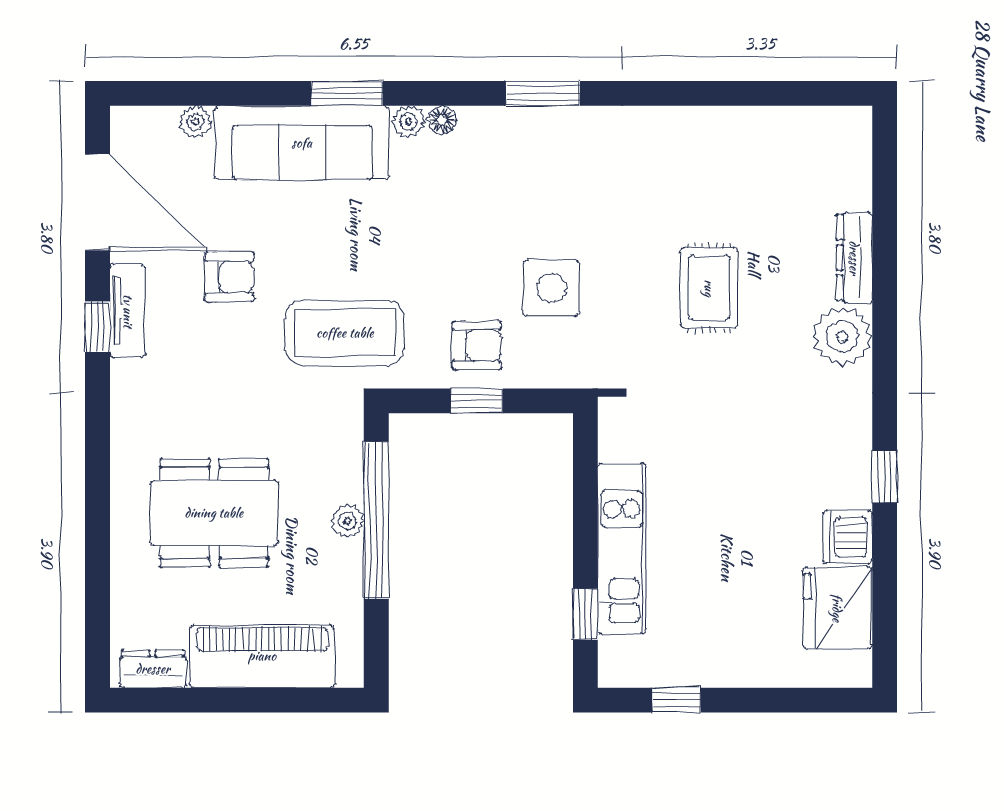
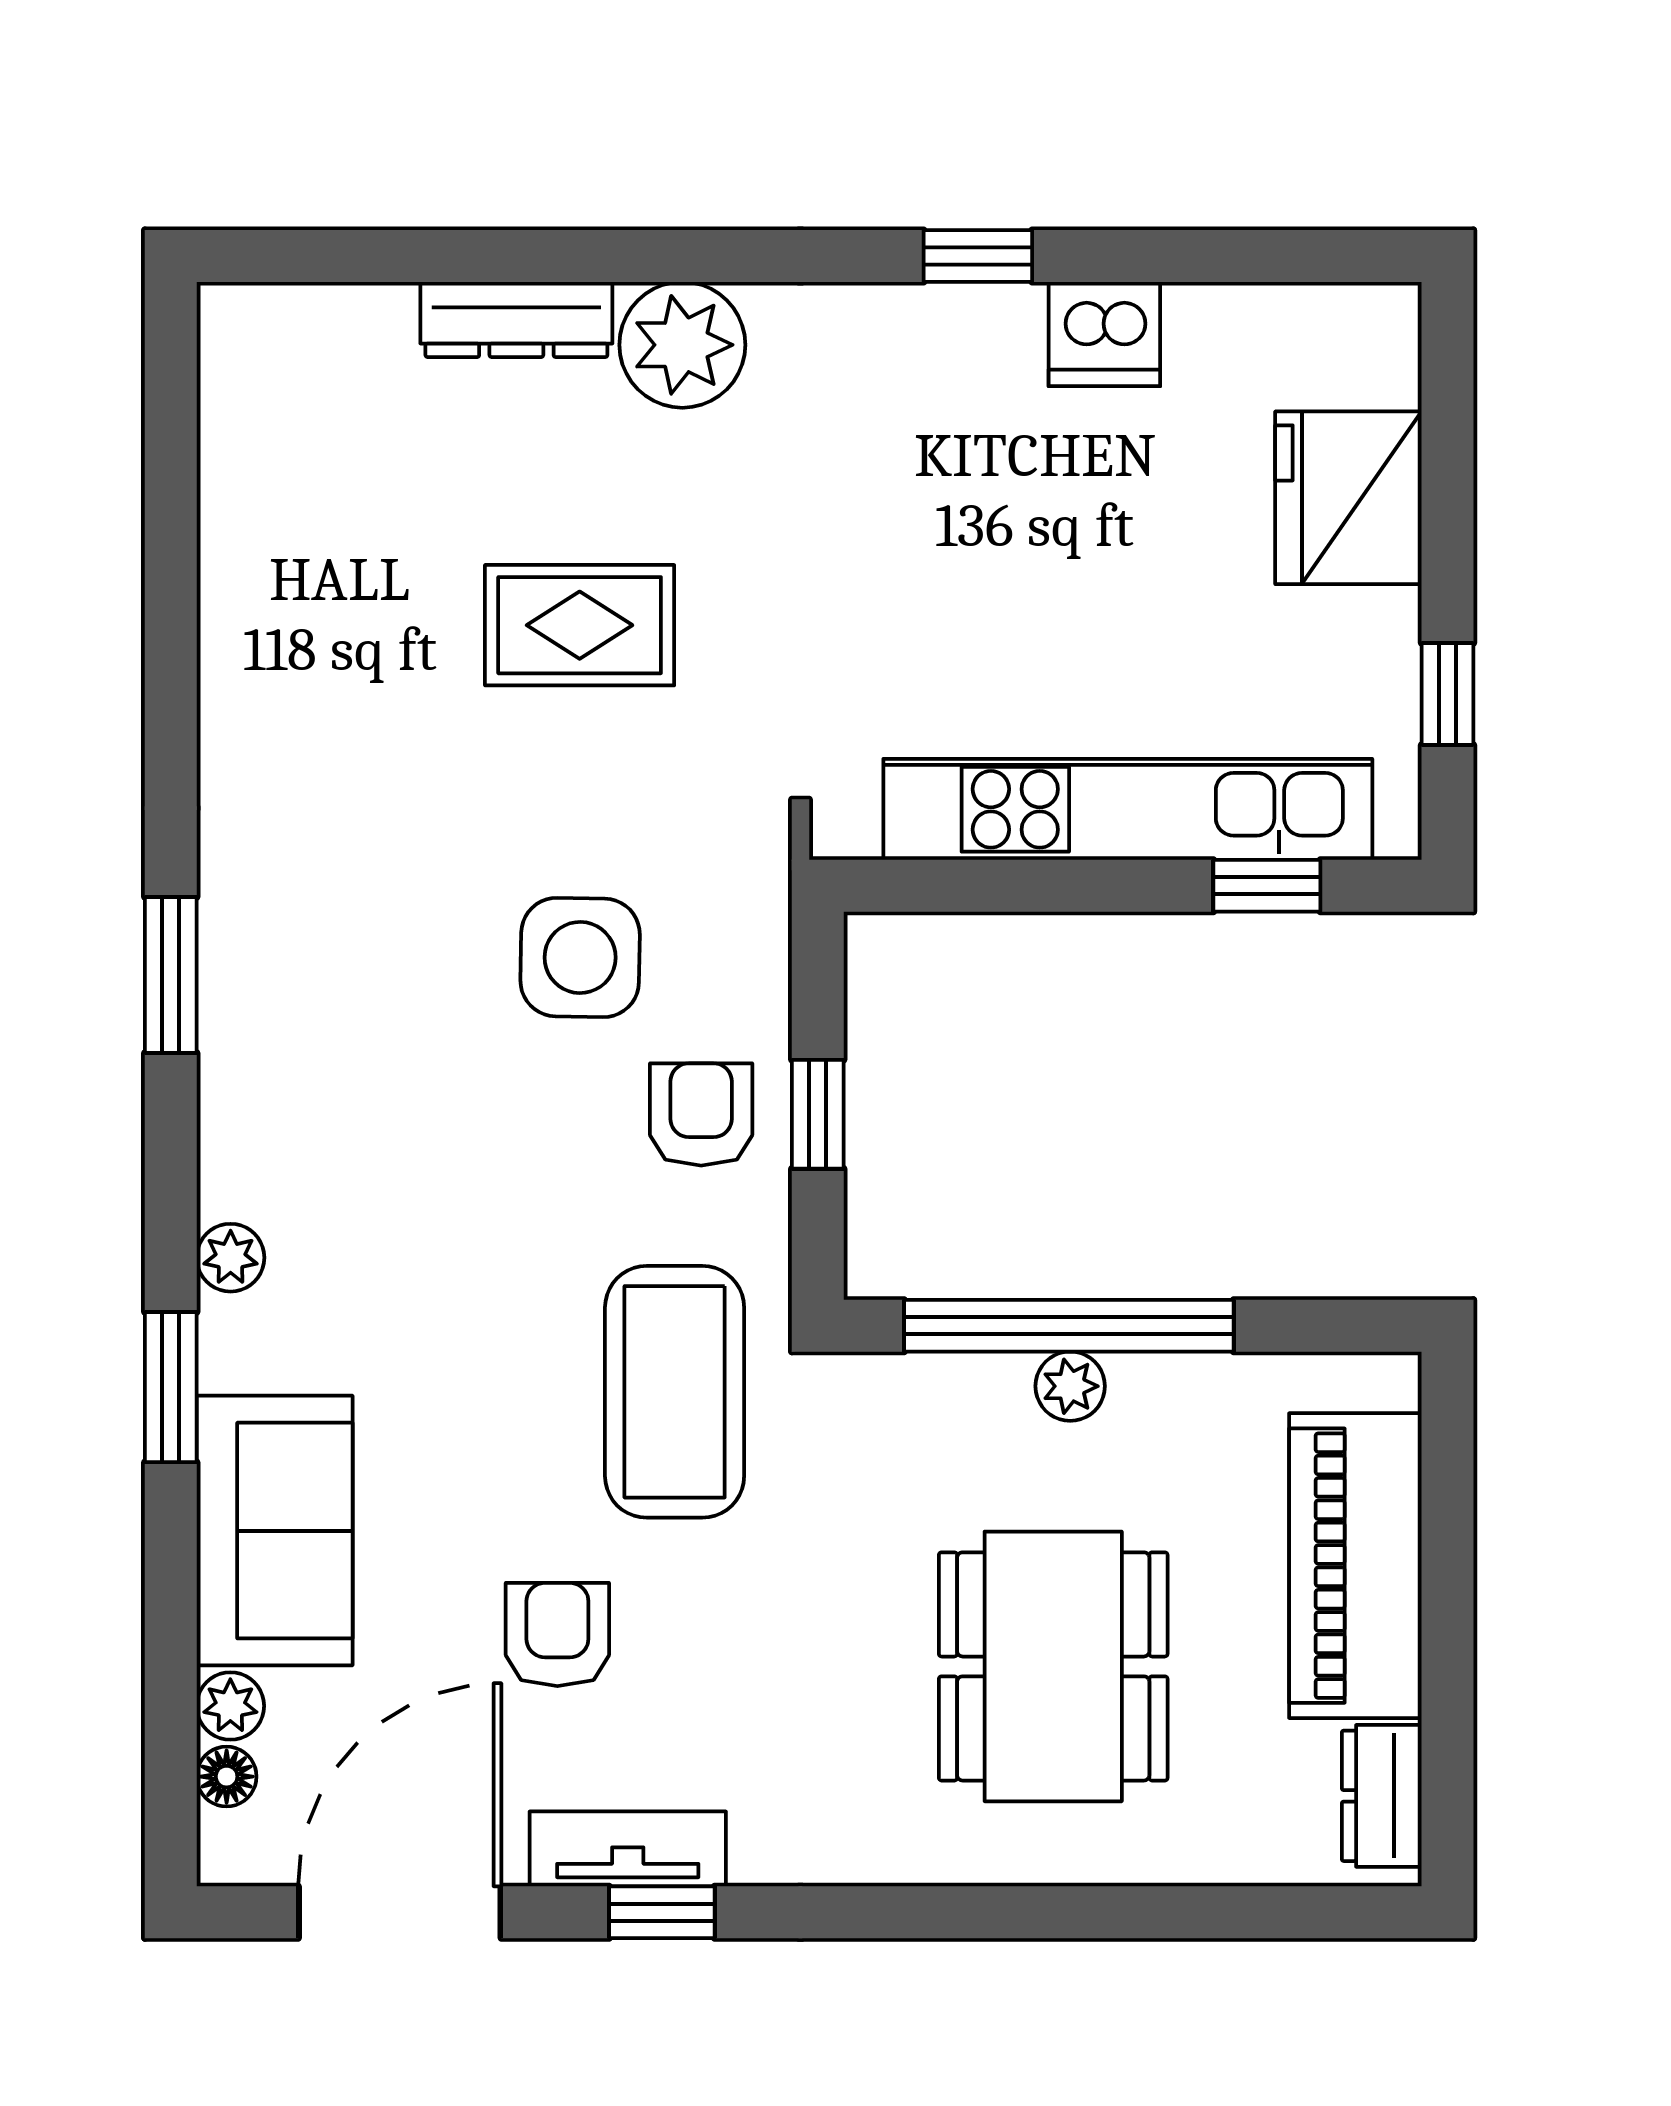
floor lamp: (442, 120) -> (227, 1777), moved
sofa: (302, 143) -> (275, 1531), width x0.73
kitchen unit: (622, 548) -> (1128, 809), width x1.36
fridge: (837, 608) -> (1348, 498), moved, turned 90

